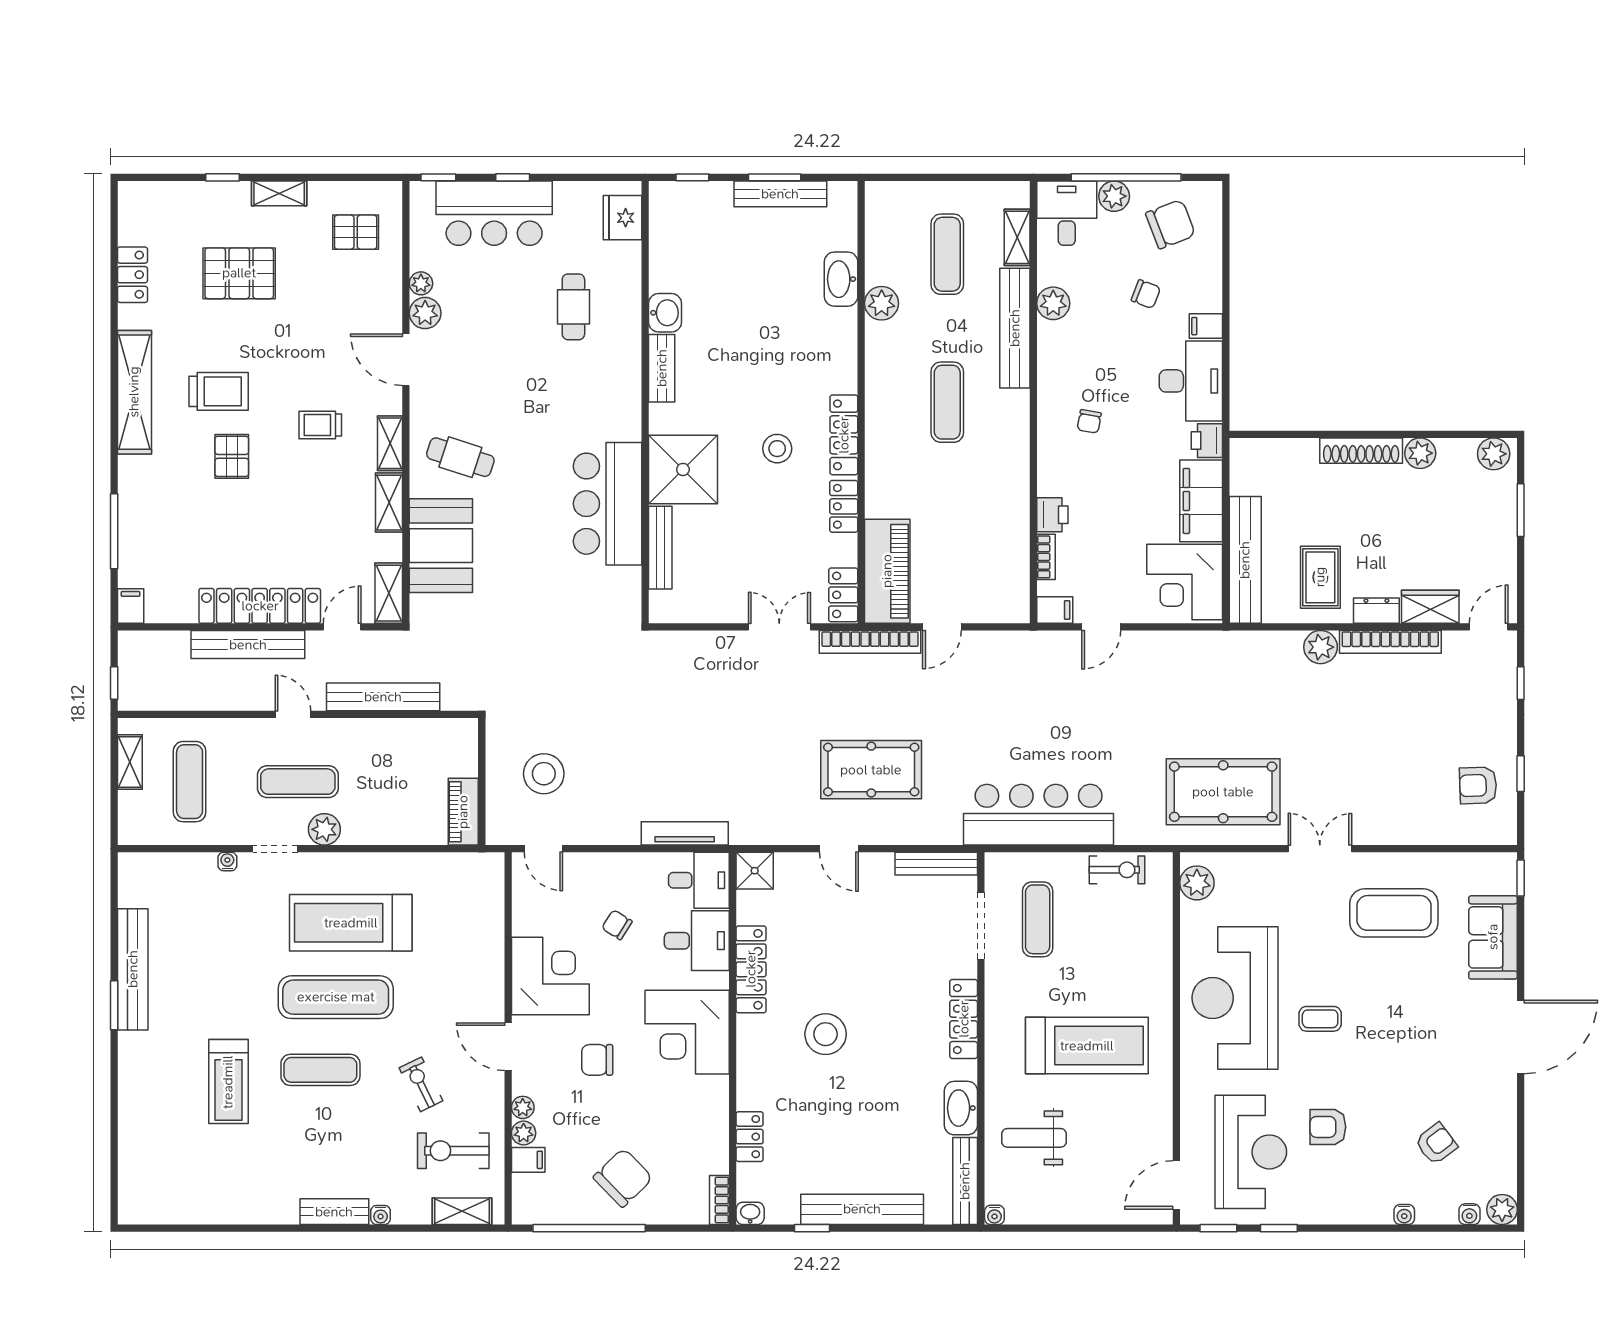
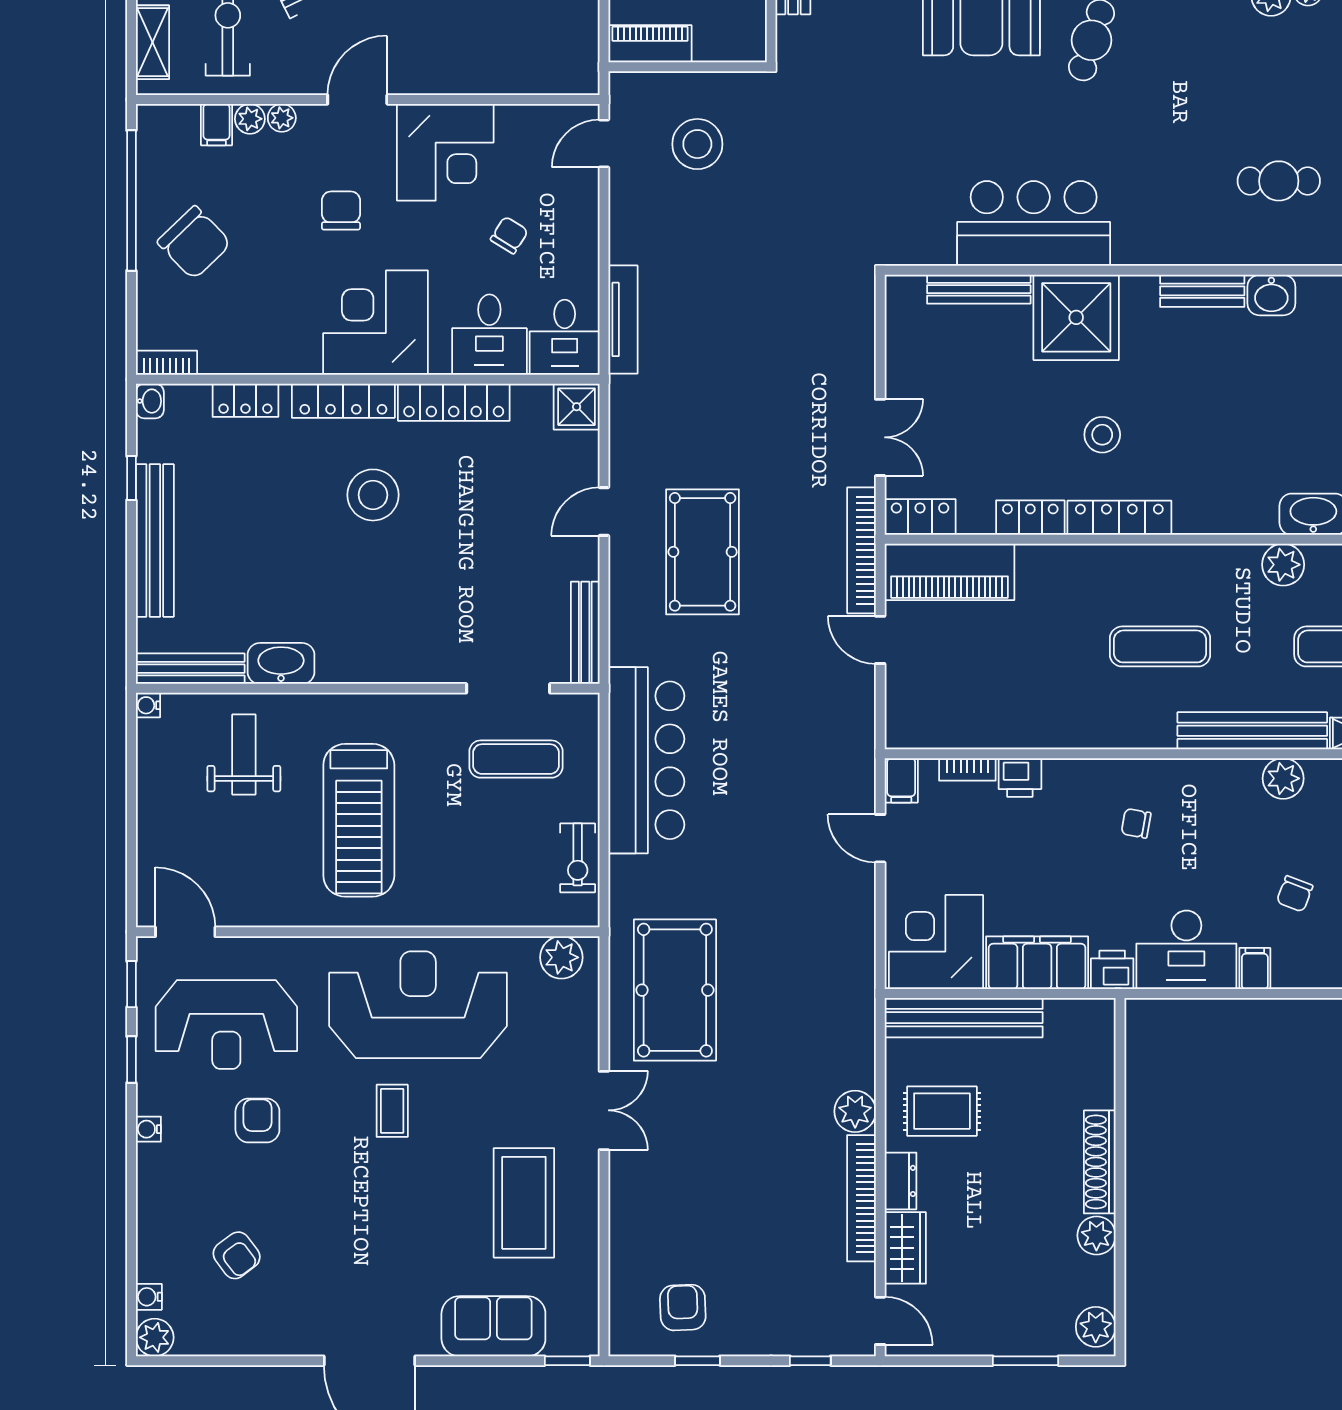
locker: (964, 1019) -> (343, 401), moved, turned 180
water cooler: (1404, 1215) -> (148, 1129), moved

